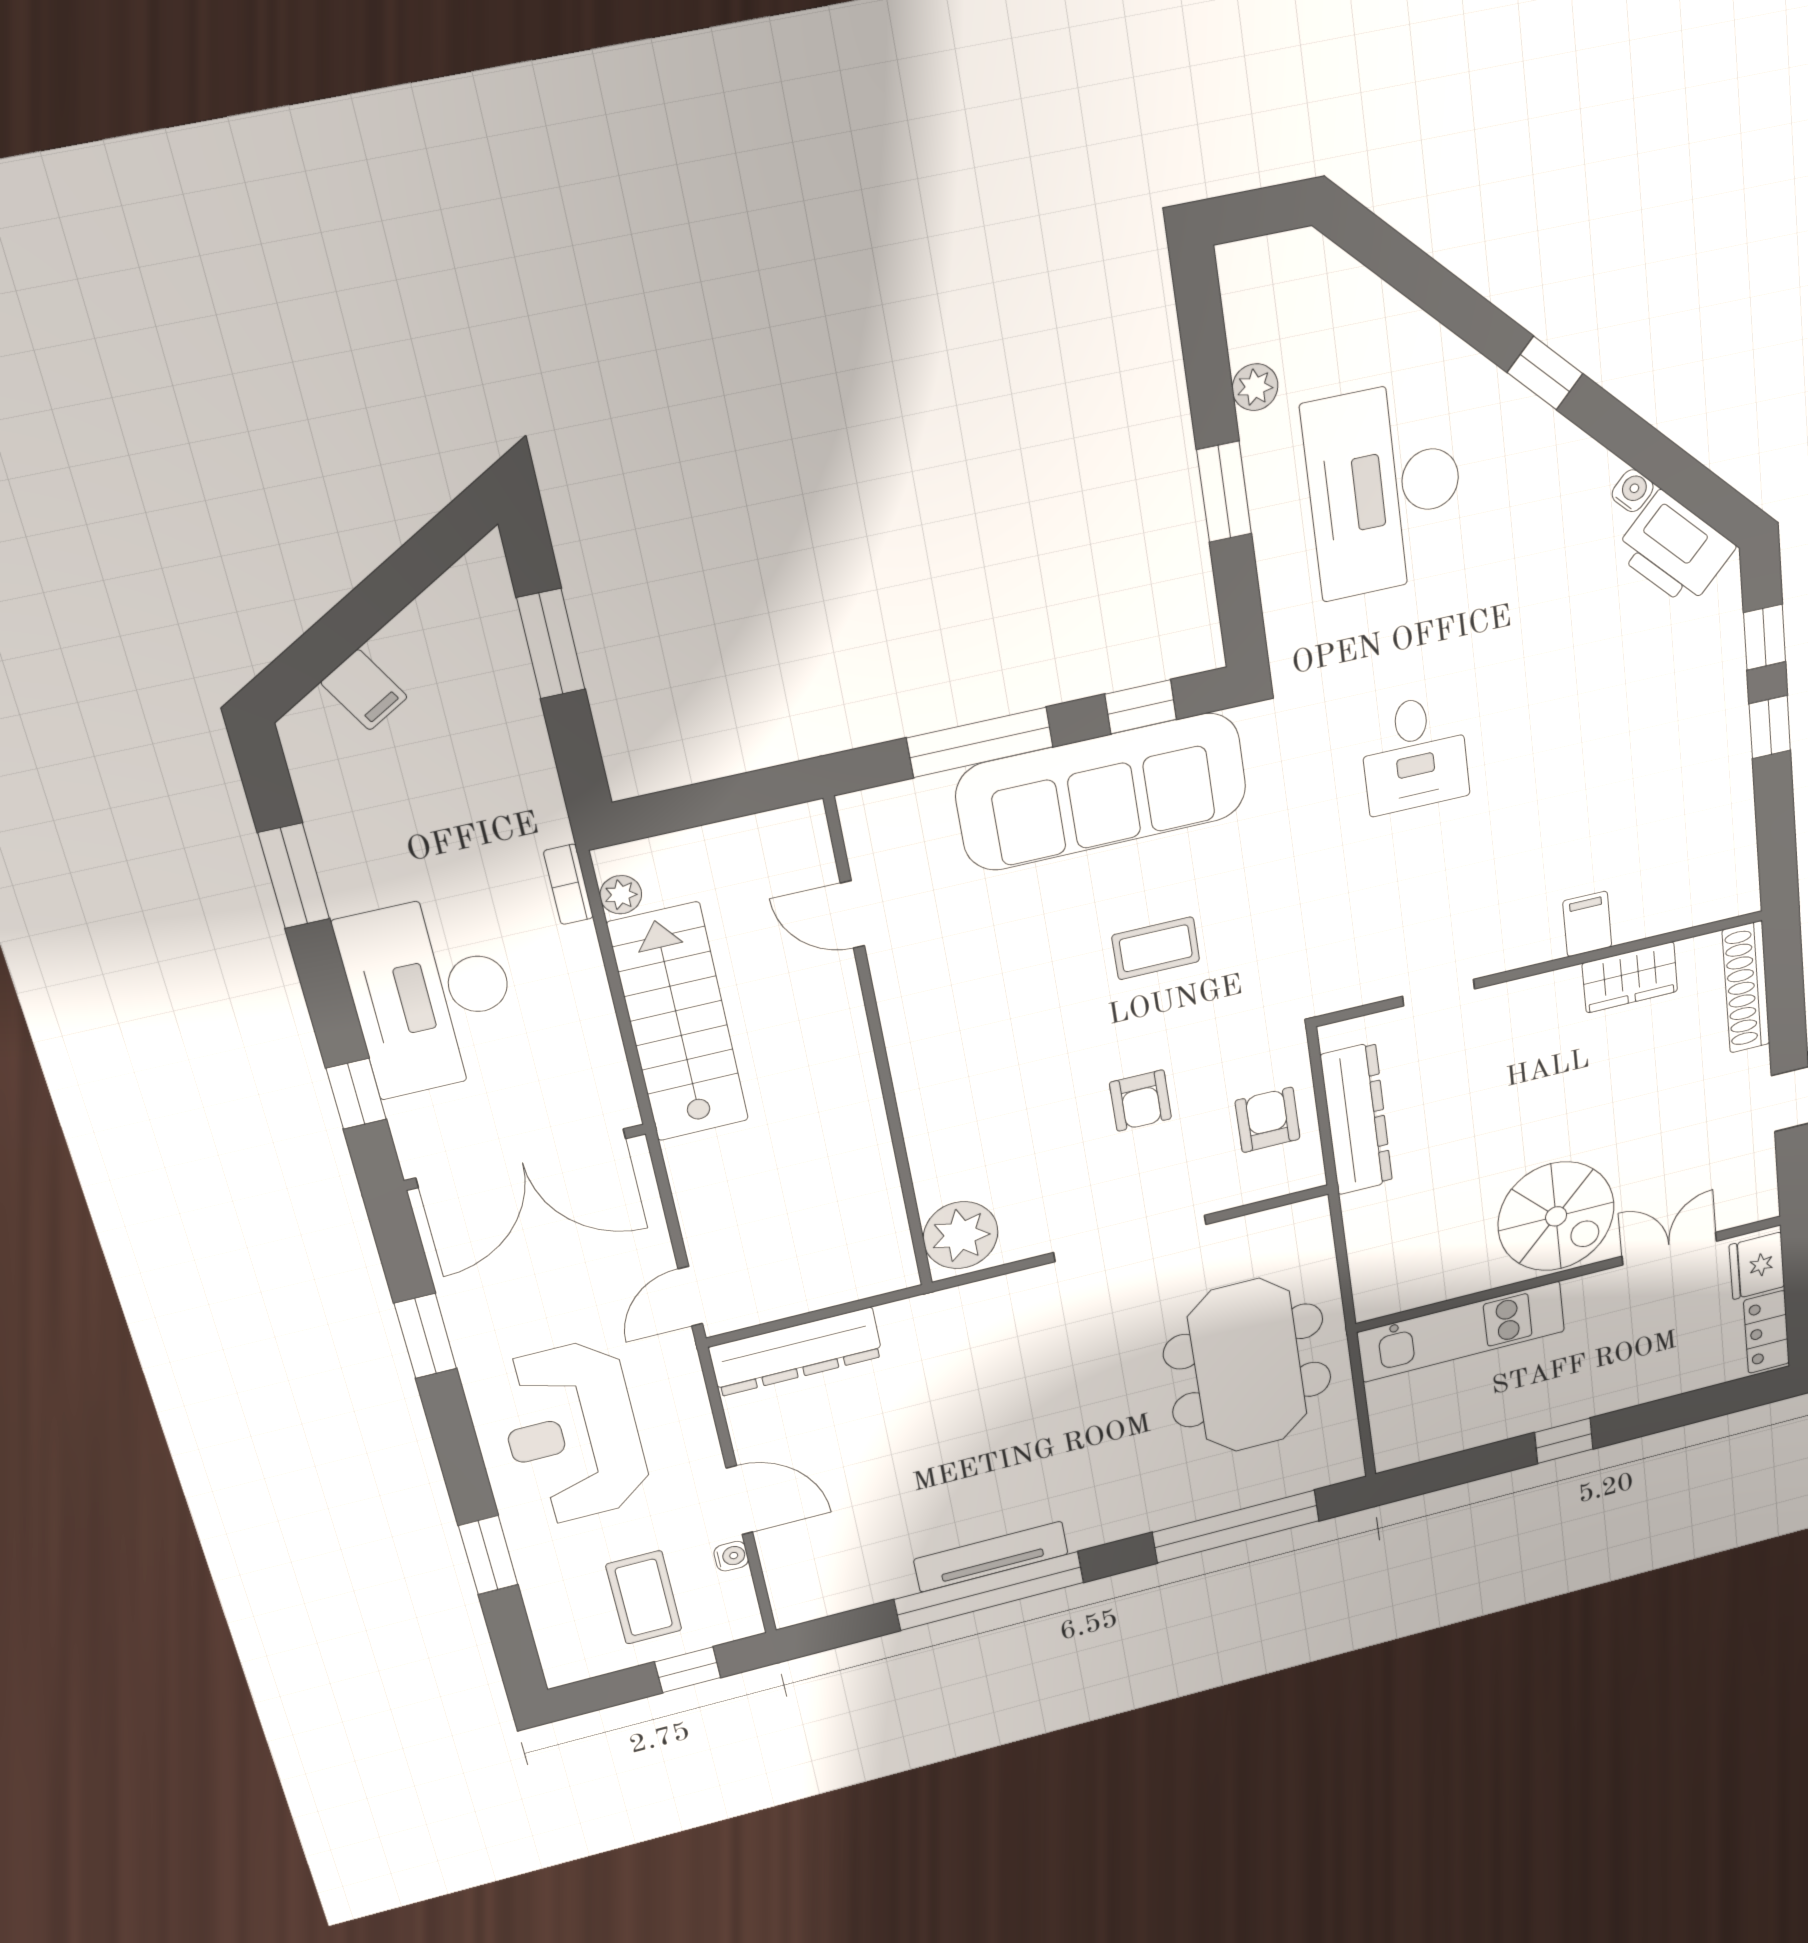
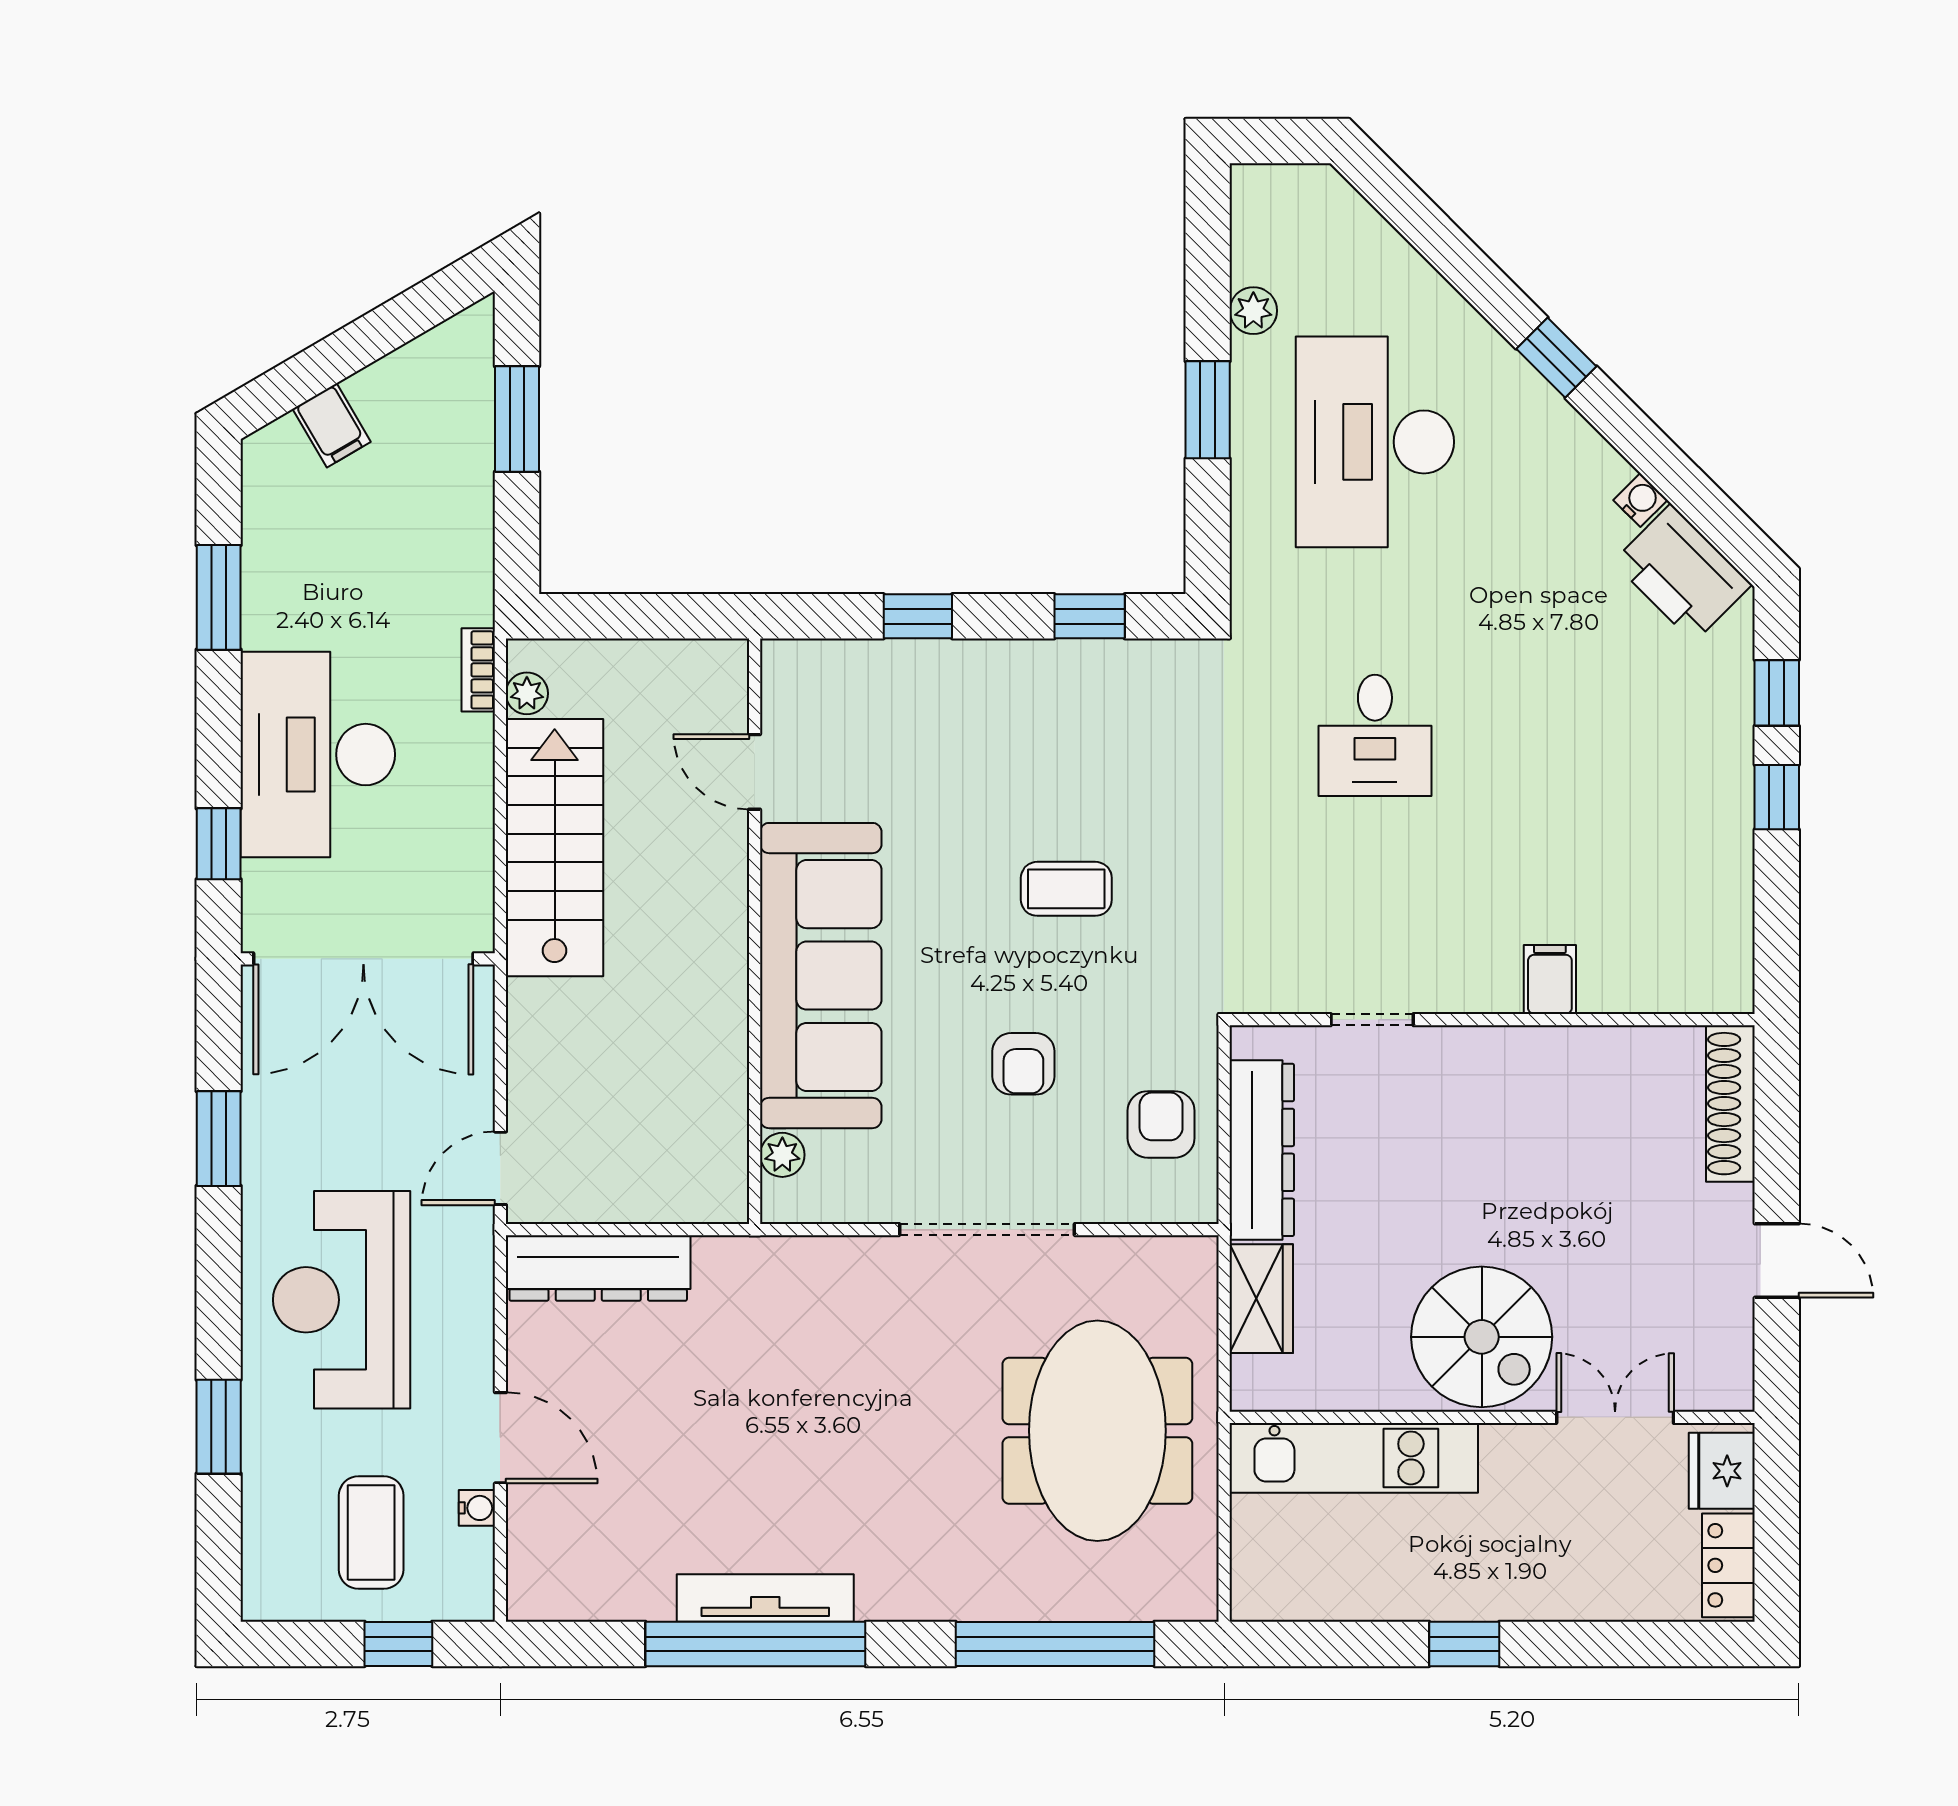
window: (980, 742) -> (918, 616), width x0.46
sofa: (1102, 792) -> (821, 976), moved, turned -90
wardrobe: (1630, 977) -> (1261, 1299), moved, turned -90
plant: (961, 1235) -> (782, 1155), width x0.53, depth x0.53

